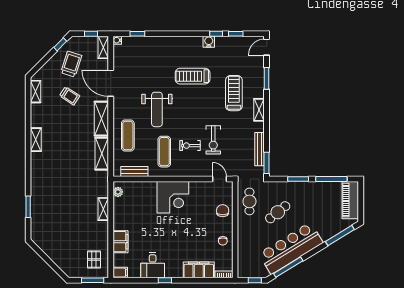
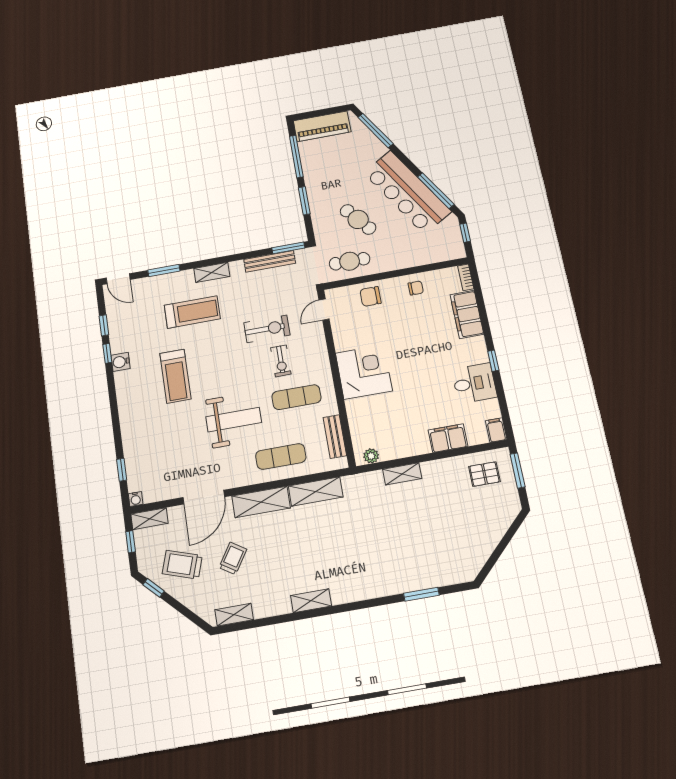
treadmill: (234, 93) -> (192, 312), turned 180

